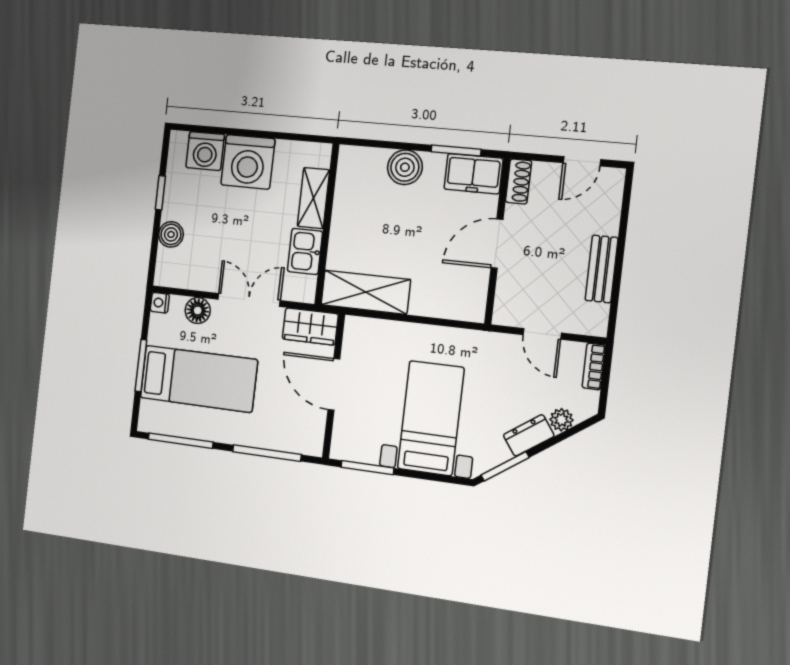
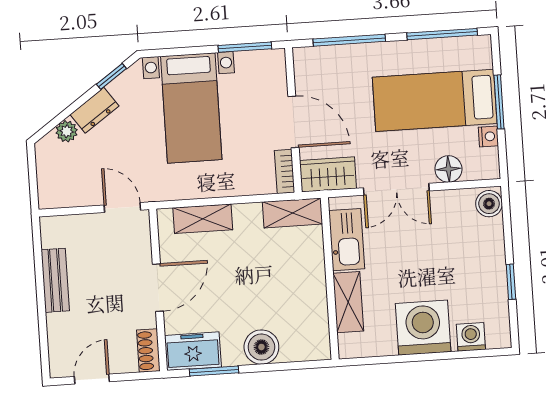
washing machine: (205, 151) -> (471, 337), width x0.73, depth x0.73
boiler: (171, 234) -> (489, 204), moved
kitchen sink: (305, 251) -> (347, 240), width x1.38
shelving: (366, 292) -> (293, 213), width x0.67, depth x0.75
nightstand: (160, 303) -> (488, 136), moved
shelving: (439, 305) -> (203, 219), added
door: (542, 334) -> (122, 208), moved
bookcase: (594, 366) -> (285, 172), moved, turned 180
window: (505, 466) -> (111, 76), width x0.67

